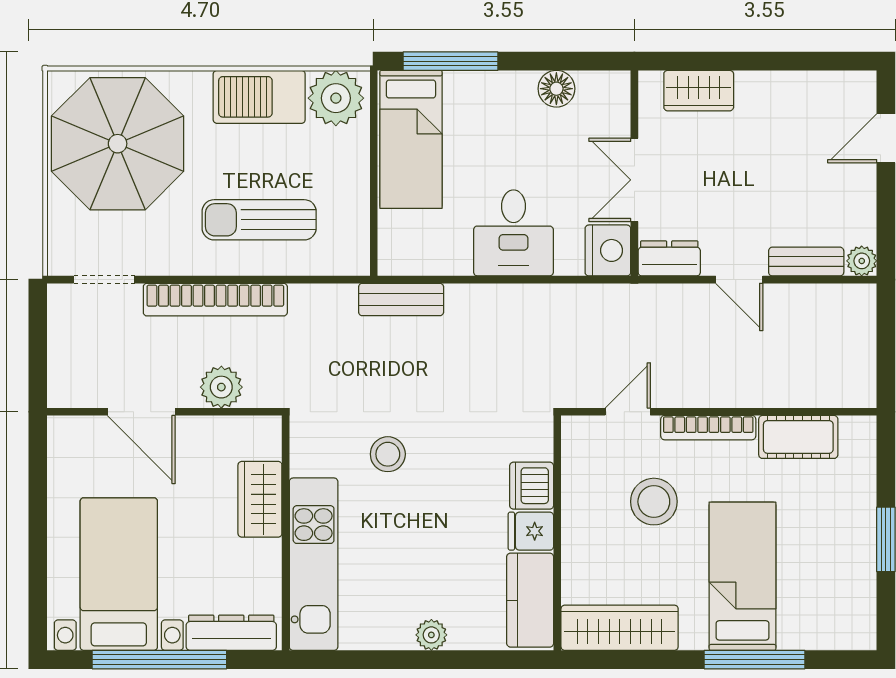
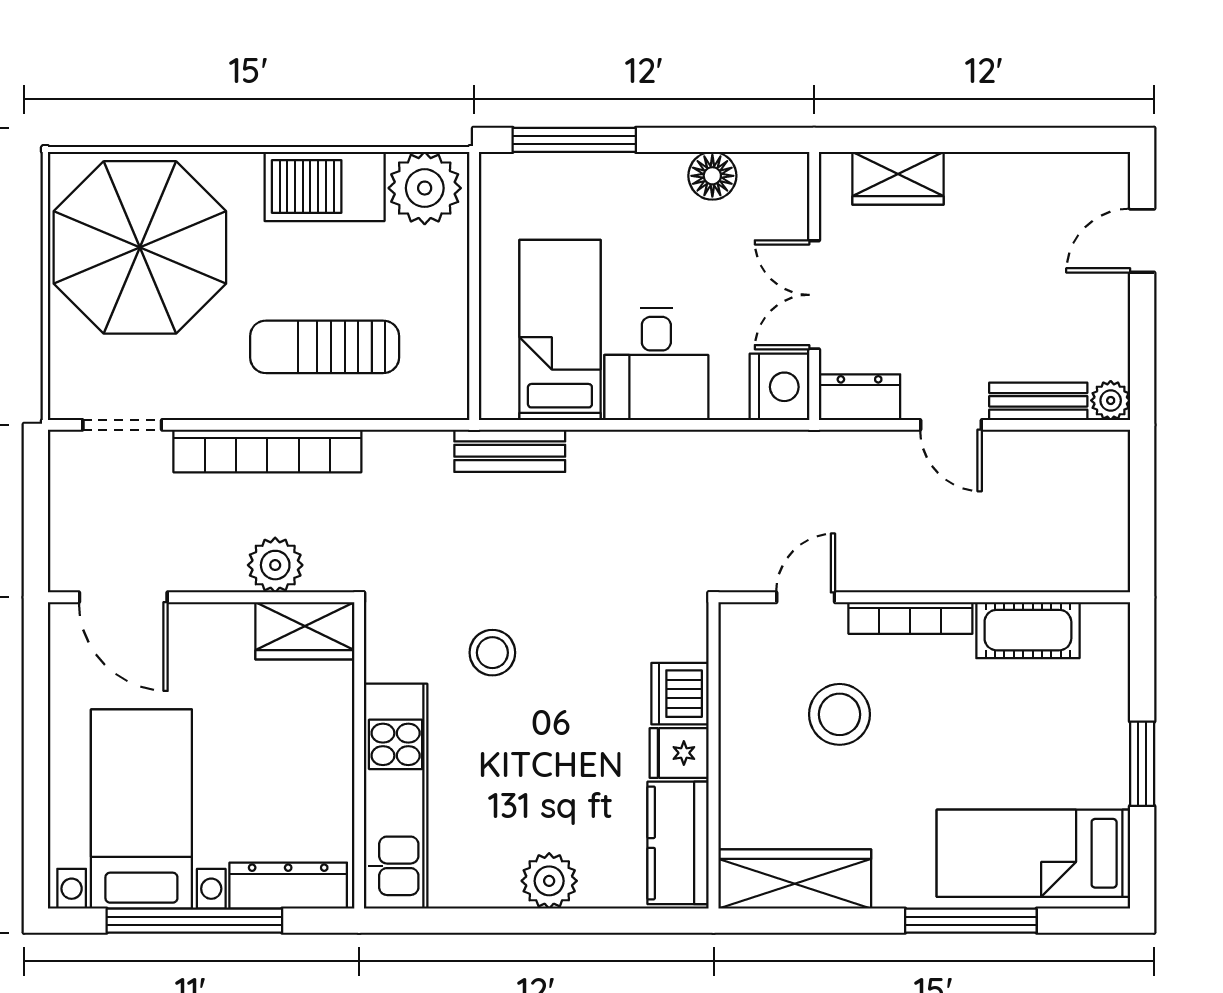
bed: (411, 139) -> (560, 330), moved, turned 180
door: (141, 412) -> (123, 597), moved
wardrobe: (260, 499) -> (305, 631), moved, turned -90
bed: (742, 576) -> (1033, 853), moved, turned -90
plant: (431, 635) -> (549, 881), width x1.38, depth x1.38

